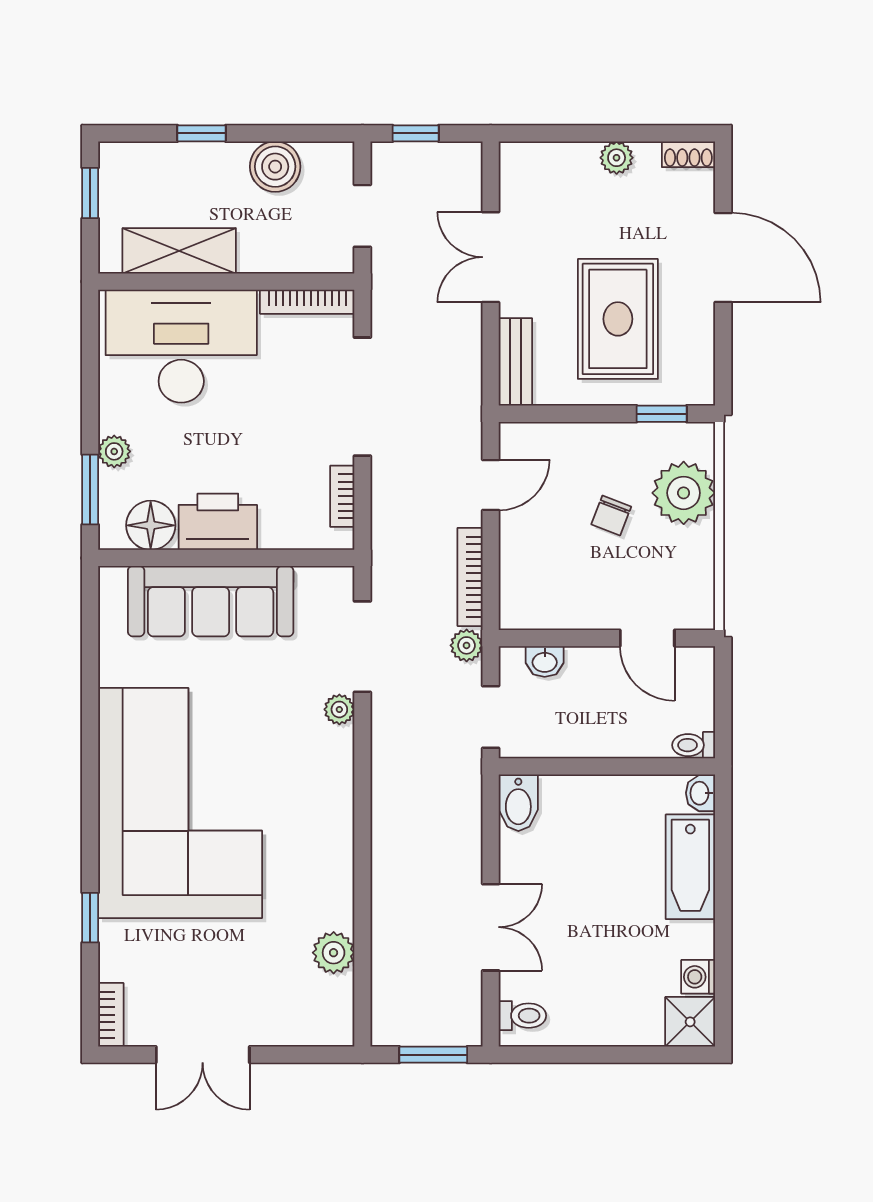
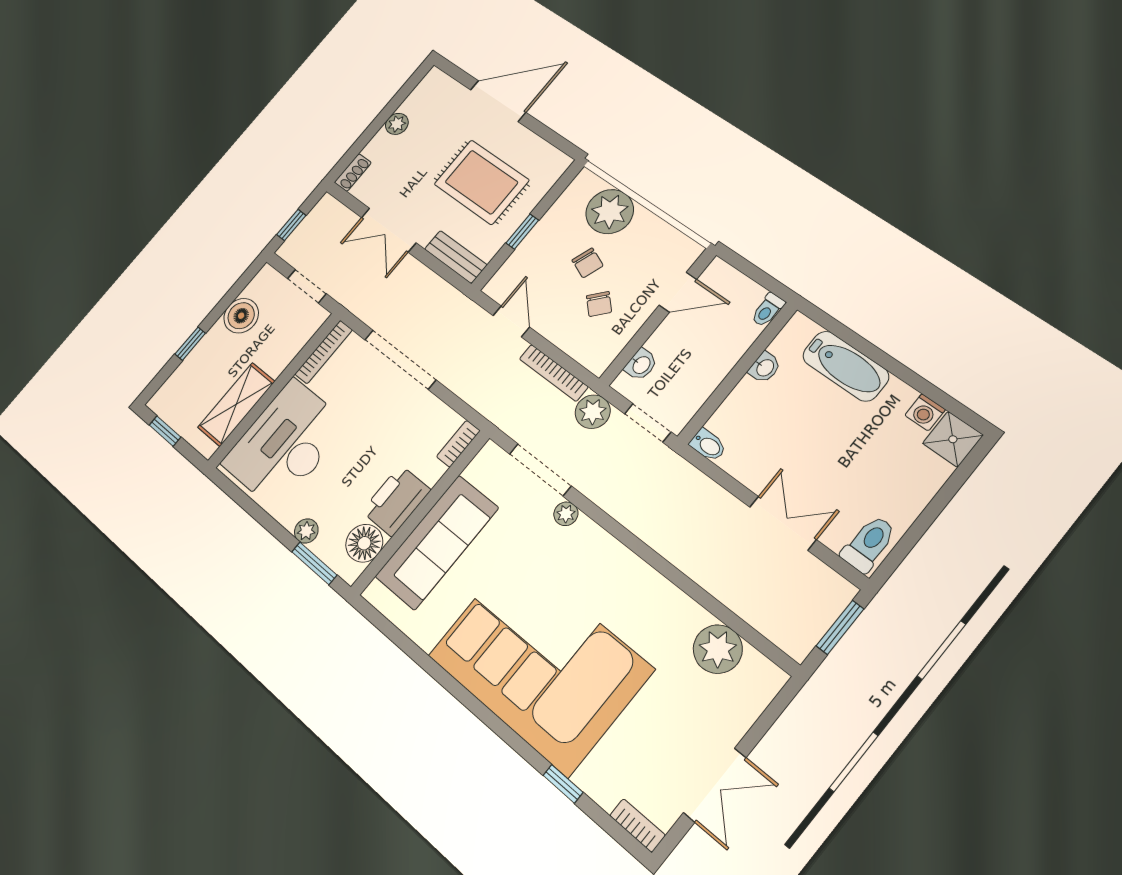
shoe rack: (688, 154) -> (353, 172), moved
window: (662, 414) -> (522, 232), moved
bookcase: (342, 496) -> (458, 444), moved, turned 90
chair: (576, 565) -> (599, 304), added
plant: (467, 645) -> (593, 412), width x1.38, depth x1.38
washbasin: (700, 793) -> (765, 367), moved, turned -90
bidet: (518, 803) -> (708, 445), width x0.72, depth x0.74
plant: (334, 953) -> (718, 649), width x1.36, depth x1.36
toilet: (522, 1016) -> (869, 544), width x1.37, depth x1.39

